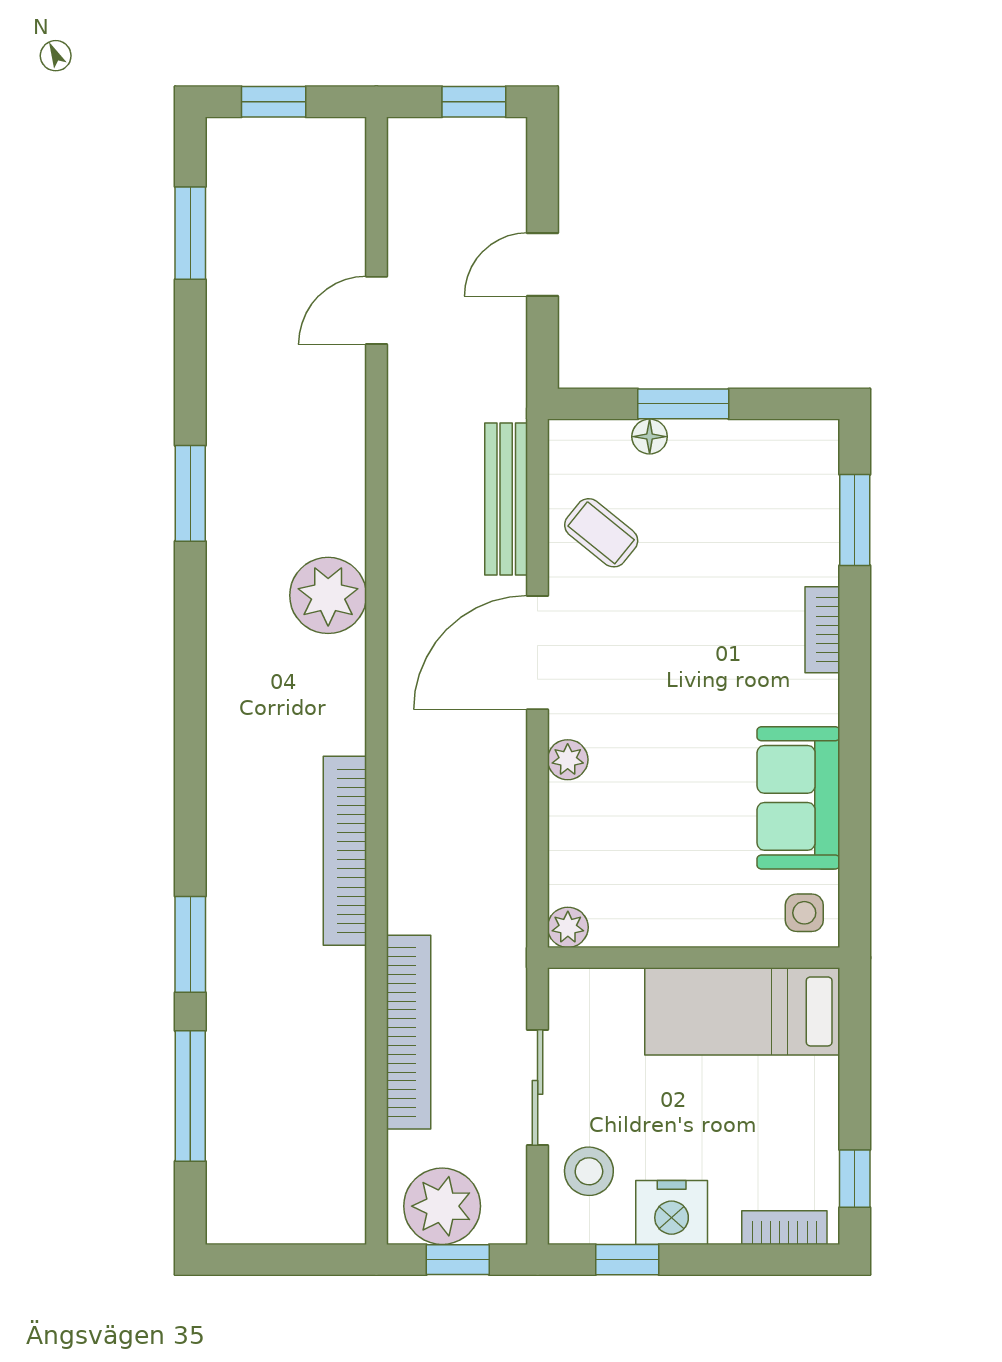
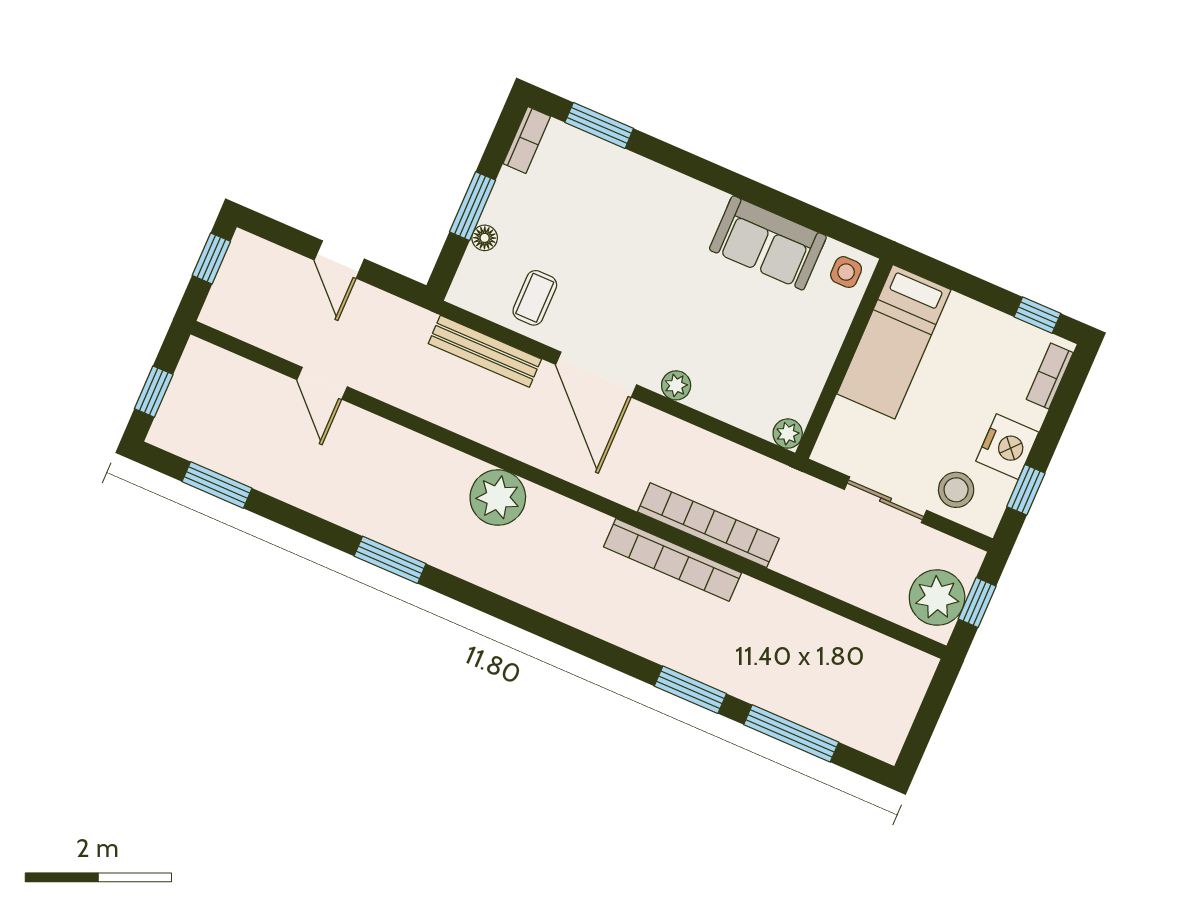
coffee table: (601, 533) -> (535, 298), turned -39
bookcase: (822, 630) -> (527, 140), moved, turned -90
bookcase: (409, 1032) -> (708, 525), moved

